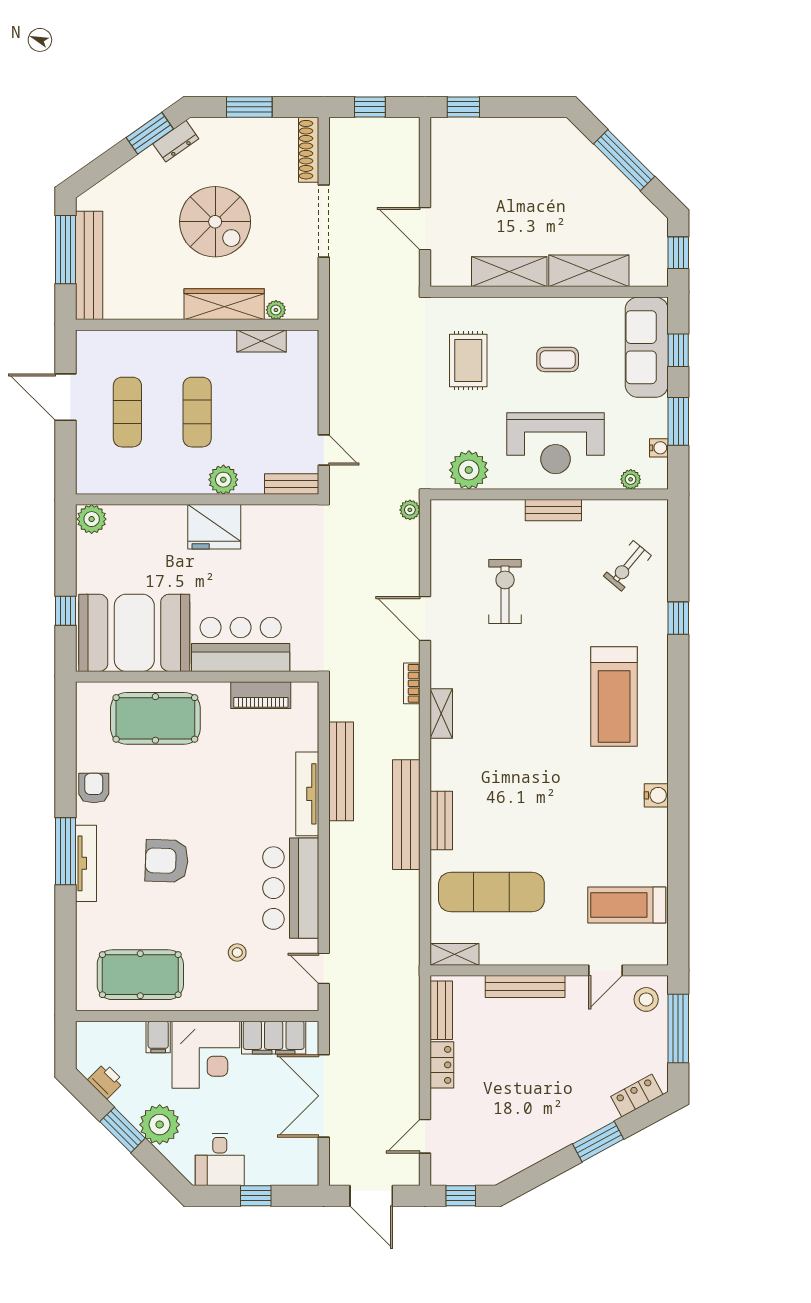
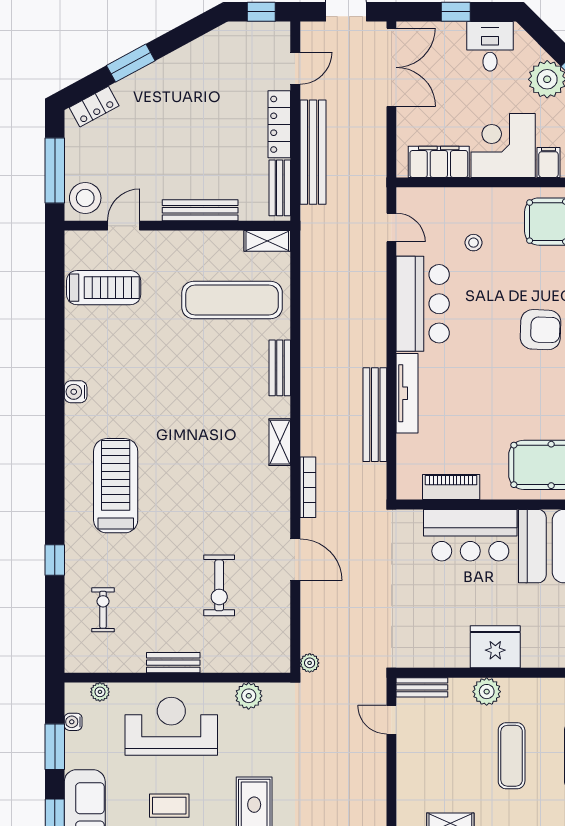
plant: (469, 470) -> (249, 696), width x0.73, depth x0.73
exercise bike: (627, 566) -> (103, 610), turned -40
bookcase: (412, 683) -> (308, 487), width x1.56
shelving: (441, 713) -> (280, 442), moved
bench: (406, 815) -> (313, 152), moved
stool: (646, 999) -> (85, 198), width x1.38, depth x1.38
locker: (442, 1065) -> (279, 124), width x1.53
double door: (324, 1096) -> (391, 67), moved

